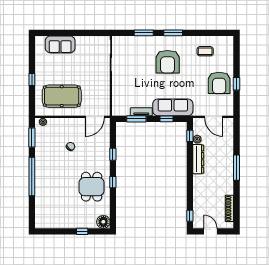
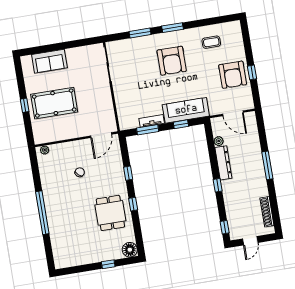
pool table: (62, 96) -> (54, 103), moved
window: (190, 136) -> (218, 185), moved
window: (32, 137) -> (35, 169), removed
door: (210, 231) -> (250, 241), swing flipped

